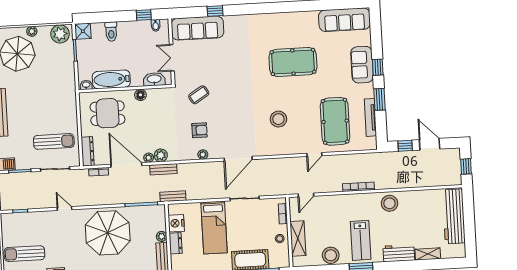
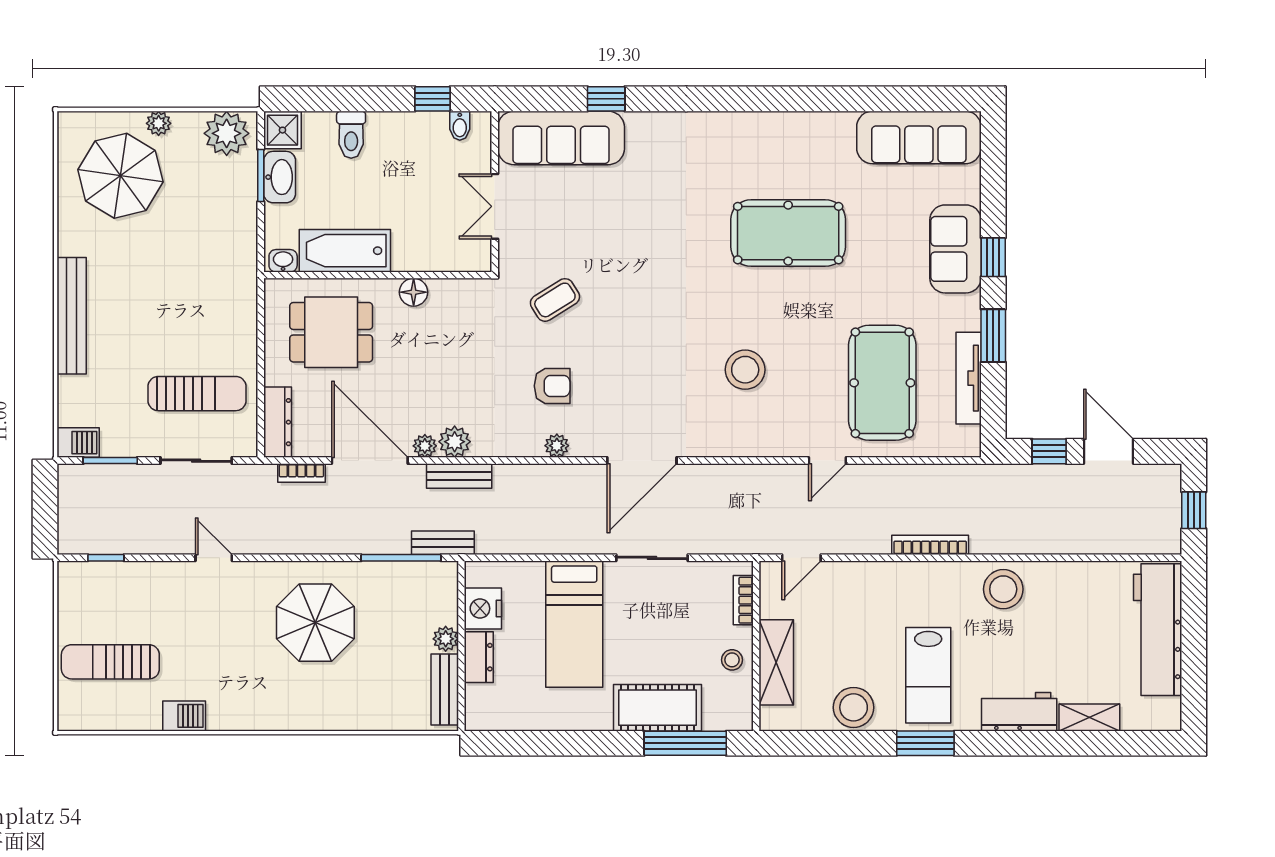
washbasin: (154, 79) -> (280, 177), moved, turned 90
bench: (173, 196) -> (443, 543), moved
parasol: (108, 233) -> (315, 623), width x0.73, depth x0.73

